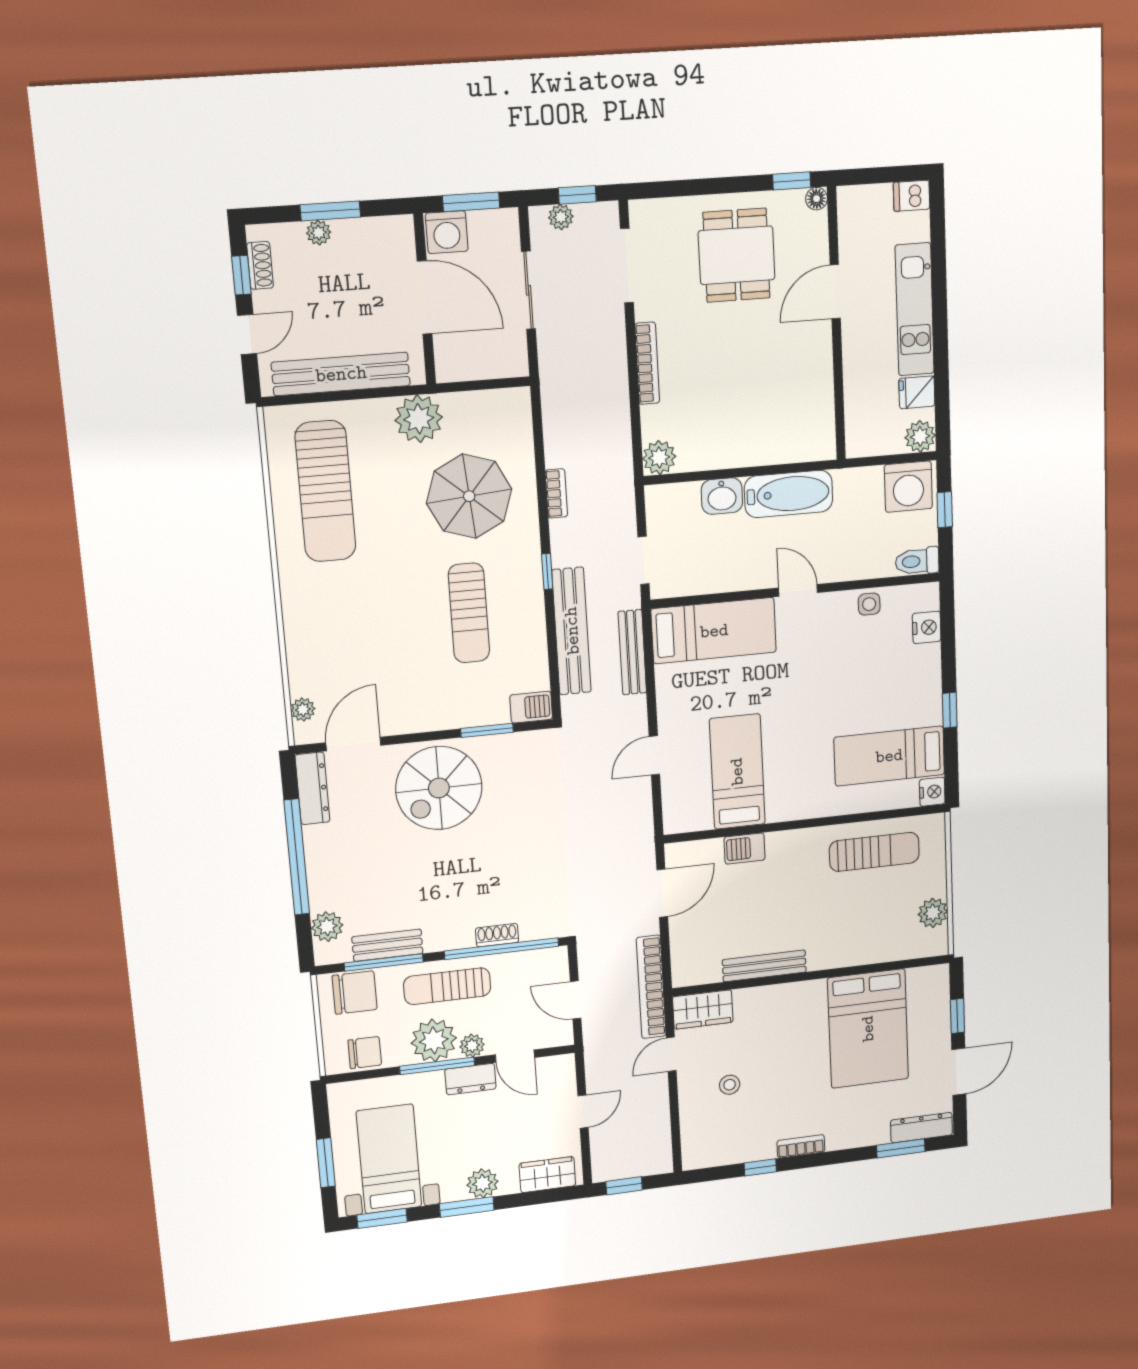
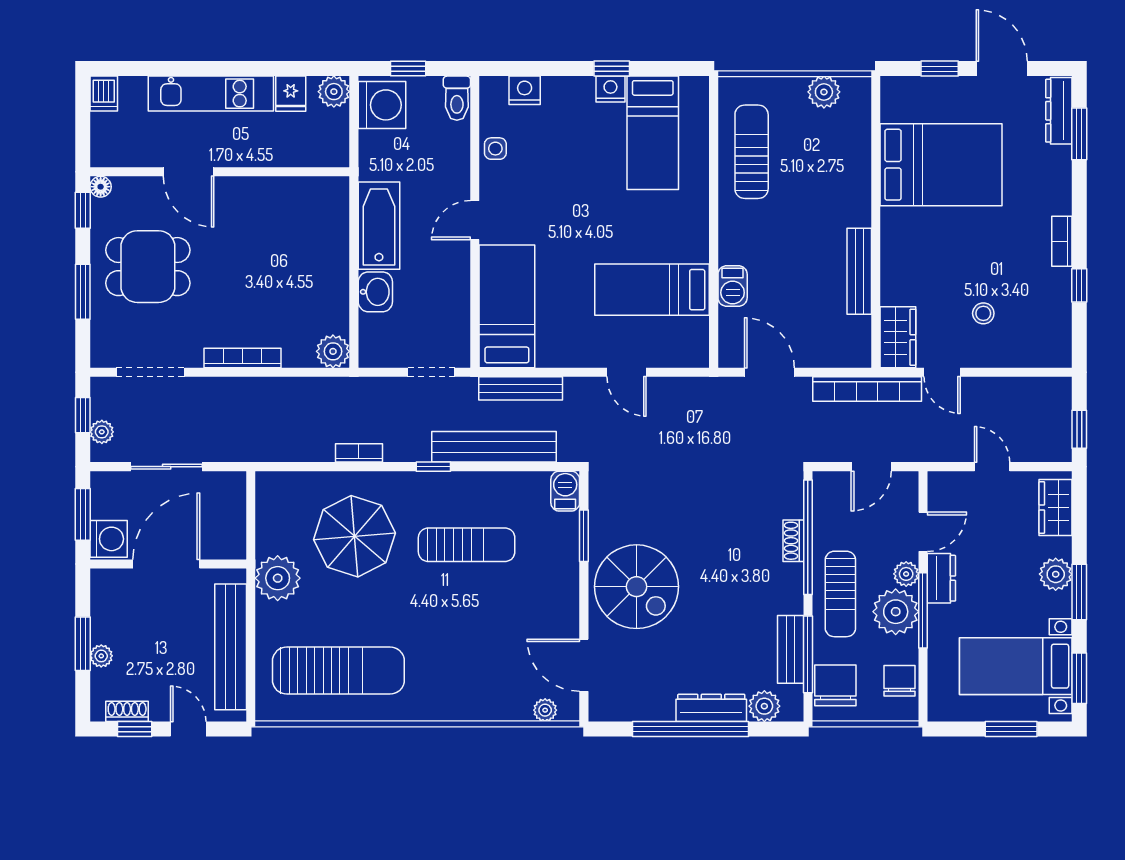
window: (707, 186) -> (83, 292), added
dresser: (312, 788) -> (711, 708), moved
nightstand: (932, 792) -> (610, 89), moved

